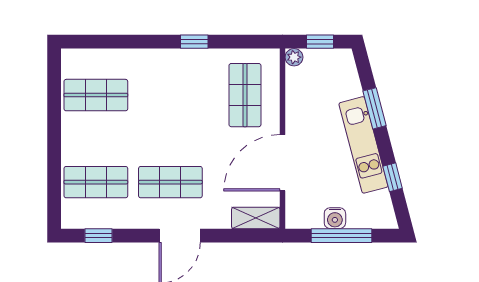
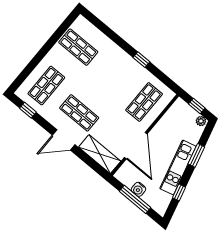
plant: (294, 57) -> (201, 121), moved
door: (283, 163) -> (136, 146), swing flipped
shop shelf: (96, 182) -> (46, 86), turned 90
shelving: (256, 218) -> (100, 154), width x1.50, depth x1.33

